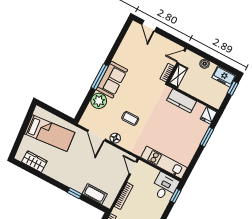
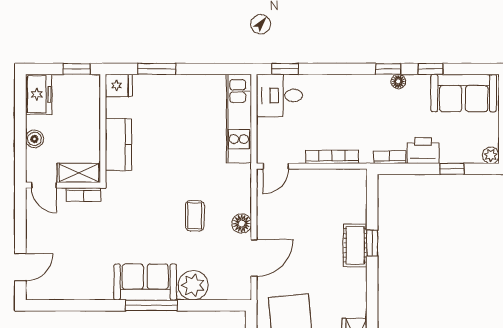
window: (233, 88) -> (77, 69), moved
cot: (95, 194) -> (355, 245), moved

